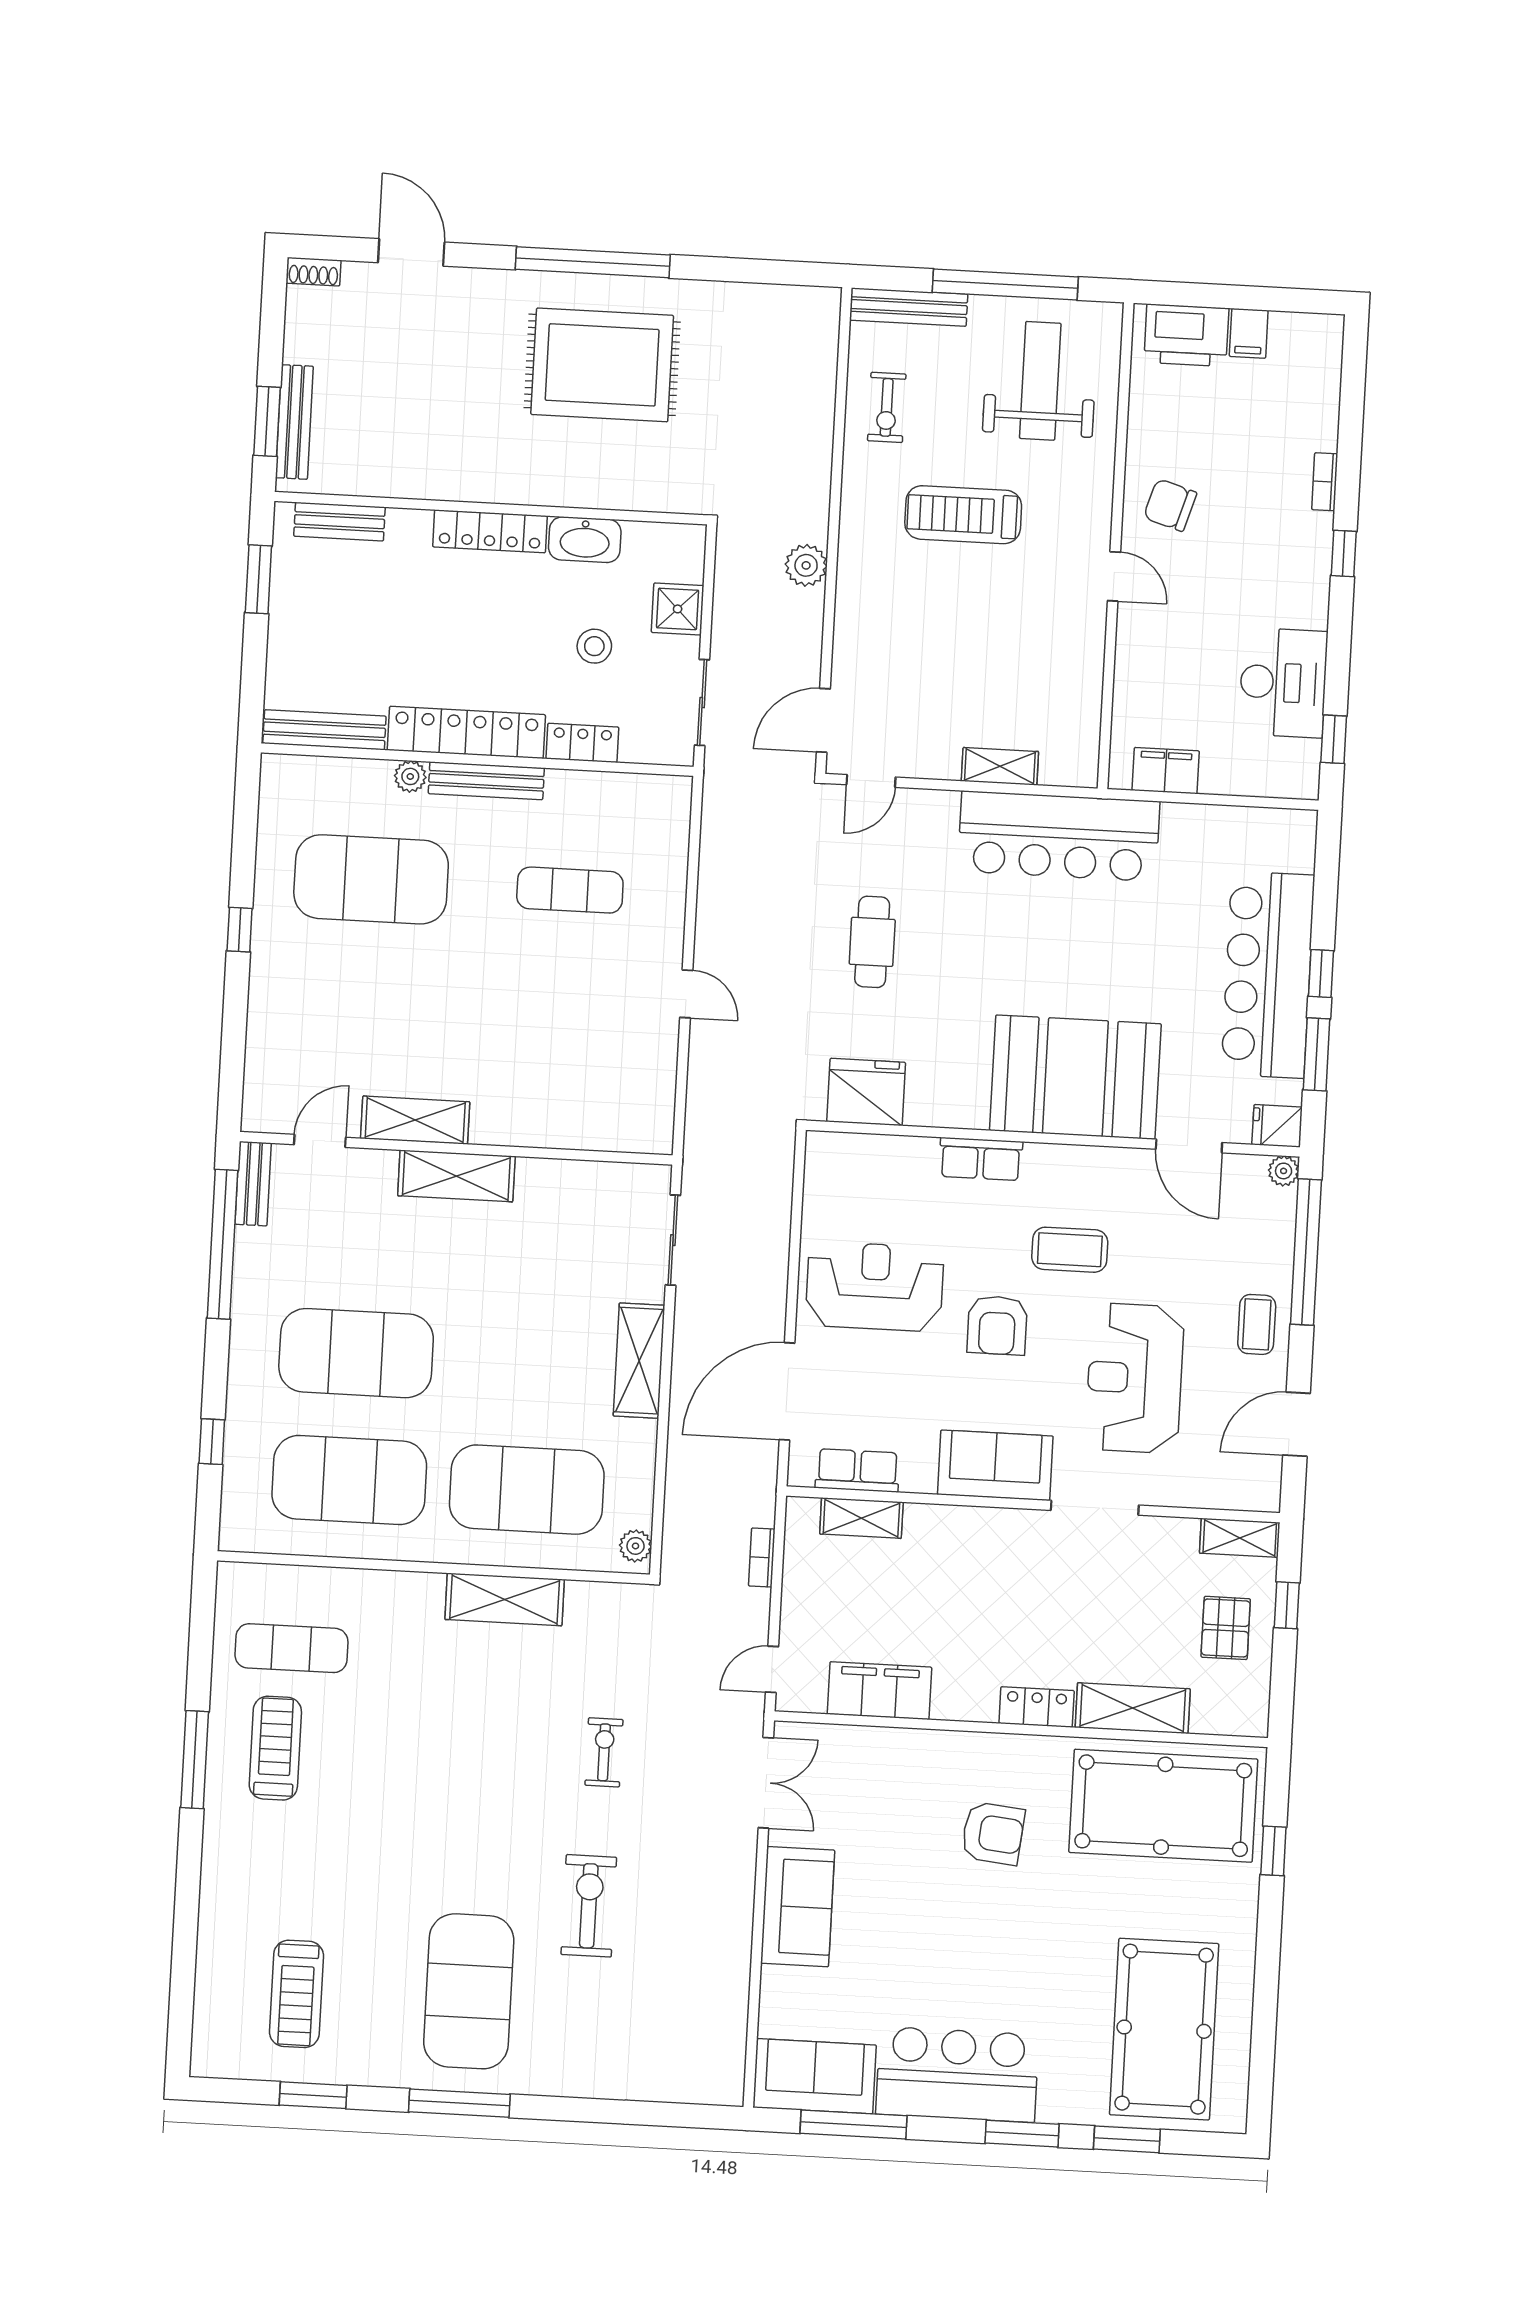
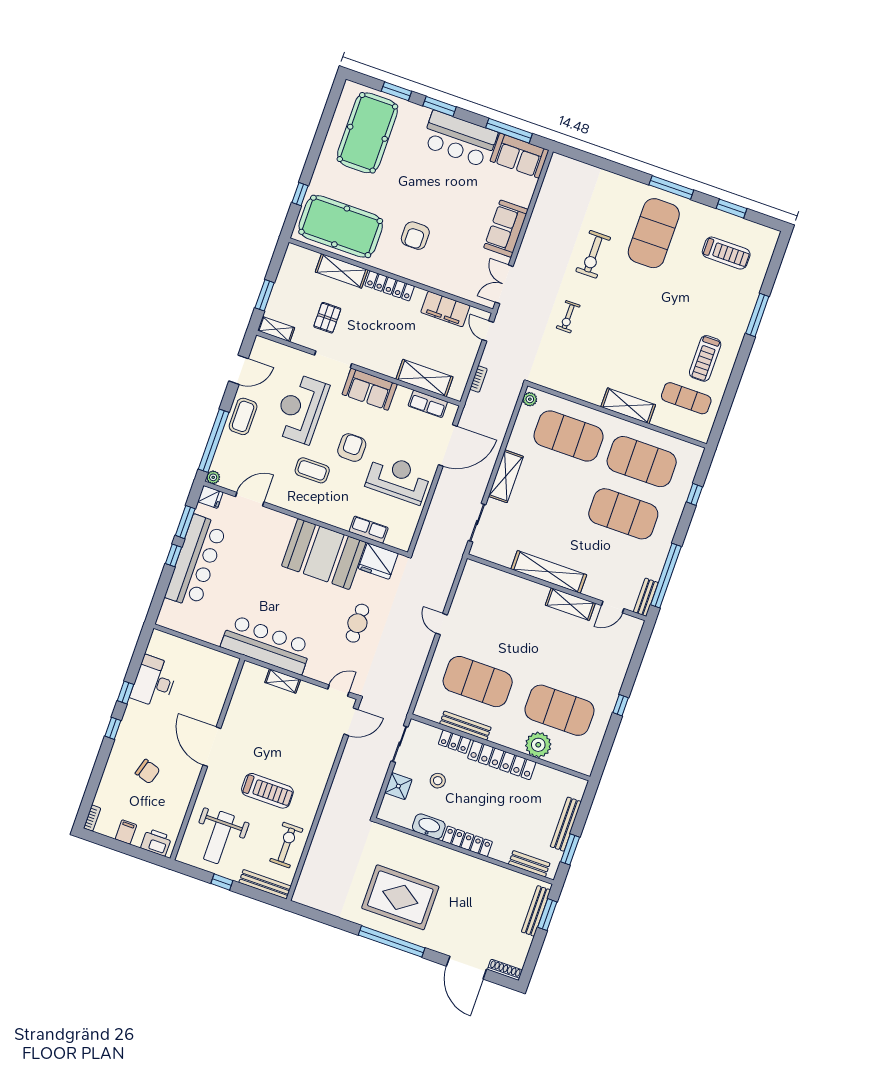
door: (411, 252) -> (466, 968), width x1.36
shoe rack: (314, 272) -> (505, 970), width x1.43
window: (1005, 285) -> (222, 882), width x0.32
printer: (1186, 335) -> (156, 842), width x0.73, depth x0.84
exercise bike: (887, 407) -> (286, 845), width x1.38, depth x1.39
bookcase: (1325, 482) -> (92, 818), moved
chair: (1170, 505) -> (148, 771), moved
plant: (806, 565) -> (339, 789), removed
door: (1114, 576) -> (212, 747), width x1.88
bench: (324, 730) -> (566, 824), moved, turned 90
window: (1334, 739) -> (125, 692), moved
filing cabinet: (1166, 771) -> (214, 659), removed
plant: (410, 776) -> (538, 745), width x1.88, depth x1.88
bench: (486, 781) -> (465, 726), moved
exercise mat: (570, 890) -> (478, 682), width x2.00, depth x1.45
booth: (1075, 1077) -> (324, 554), moved
door: (1189, 1146) -> (250, 499), hinge flipped
row of seats: (981, 1159) -> (369, 530), moved
shelving: (456, 1176) -> (549, 572), width x1.47
reception desk: (875, 1286) -> (398, 479), turned 180
coffee table: (1257, 1324) -> (243, 416), width x1.36, depth x1.30
reception desk: (1135, 1378) -> (301, 409), turned 180
shelving: (861, 1518) -> (424, 378), width x1.50, depth x1.33
shelving: (505, 1599) -> (628, 406), moved
window: (1287, 1605) -> (265, 295), width x1.50
pallet: (1226, 1628) -> (327, 318), moved
door: (772, 1669) -> (488, 331), swing flipped
locker: (1037, 1707) -> (390, 286), width x1.53
window: (195, 1760) -> (757, 315), moved
armchair: (993, 1833) -> (415, 236), turned -96
treadmill: (296, 1994) -> (726, 253), turned 90

